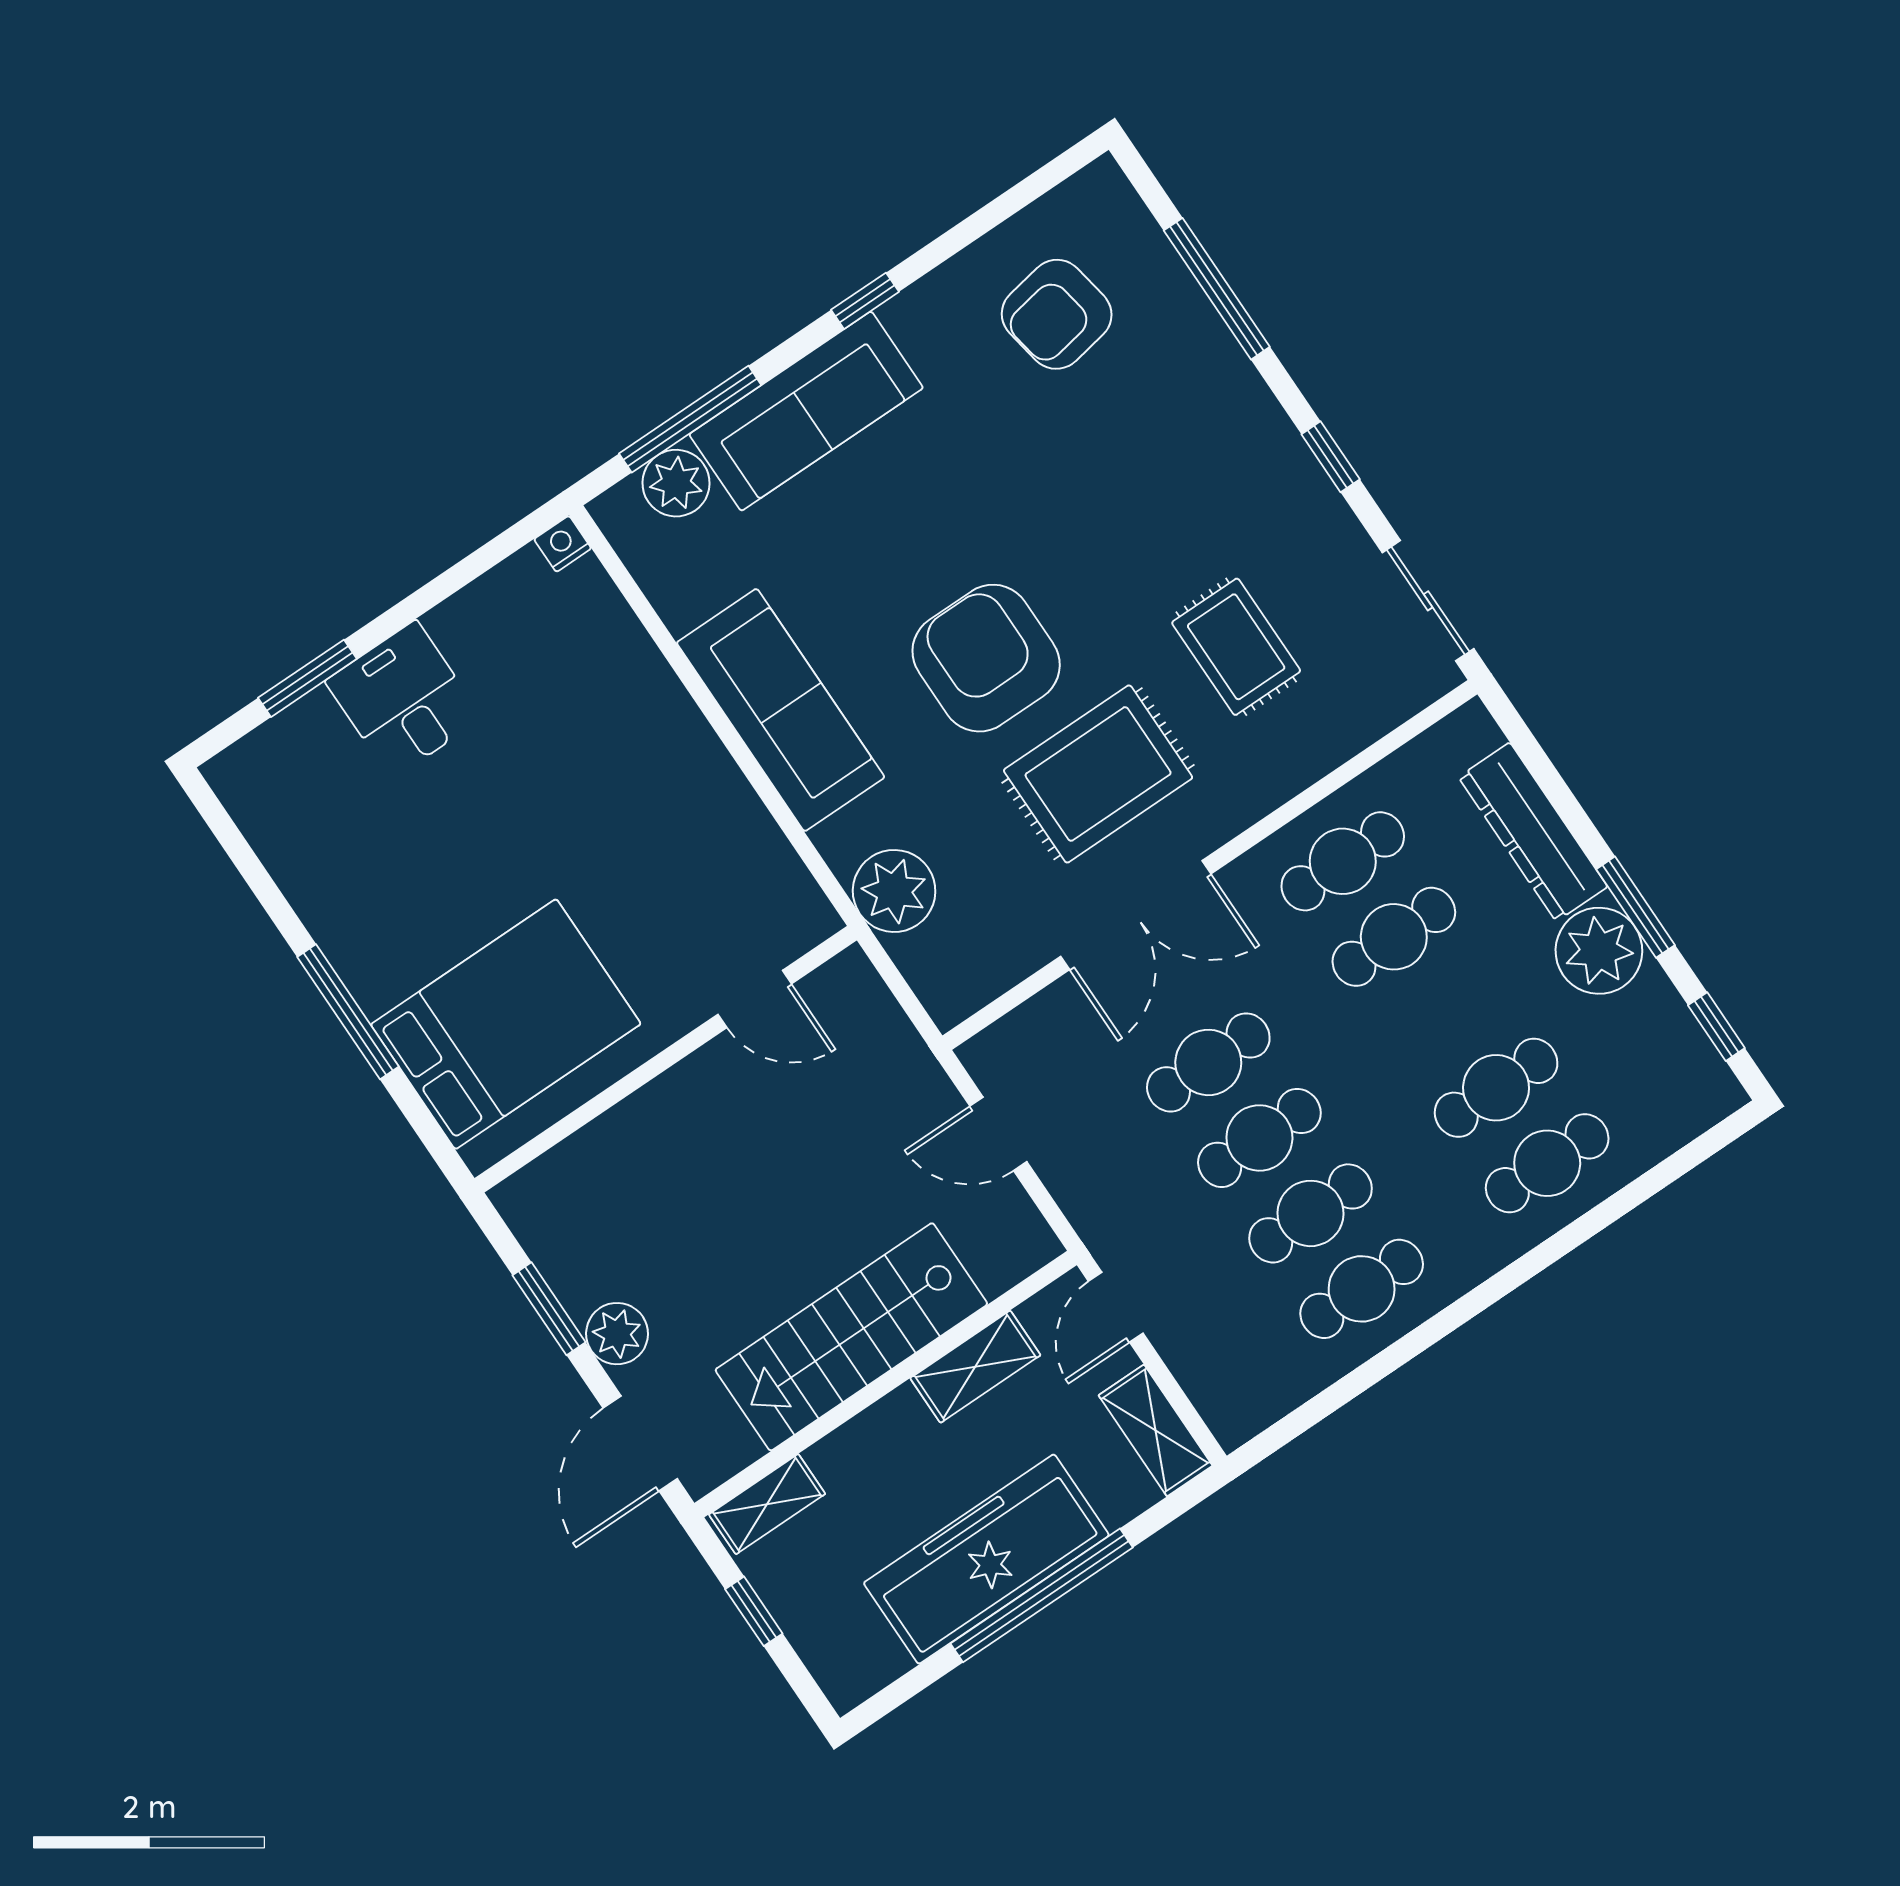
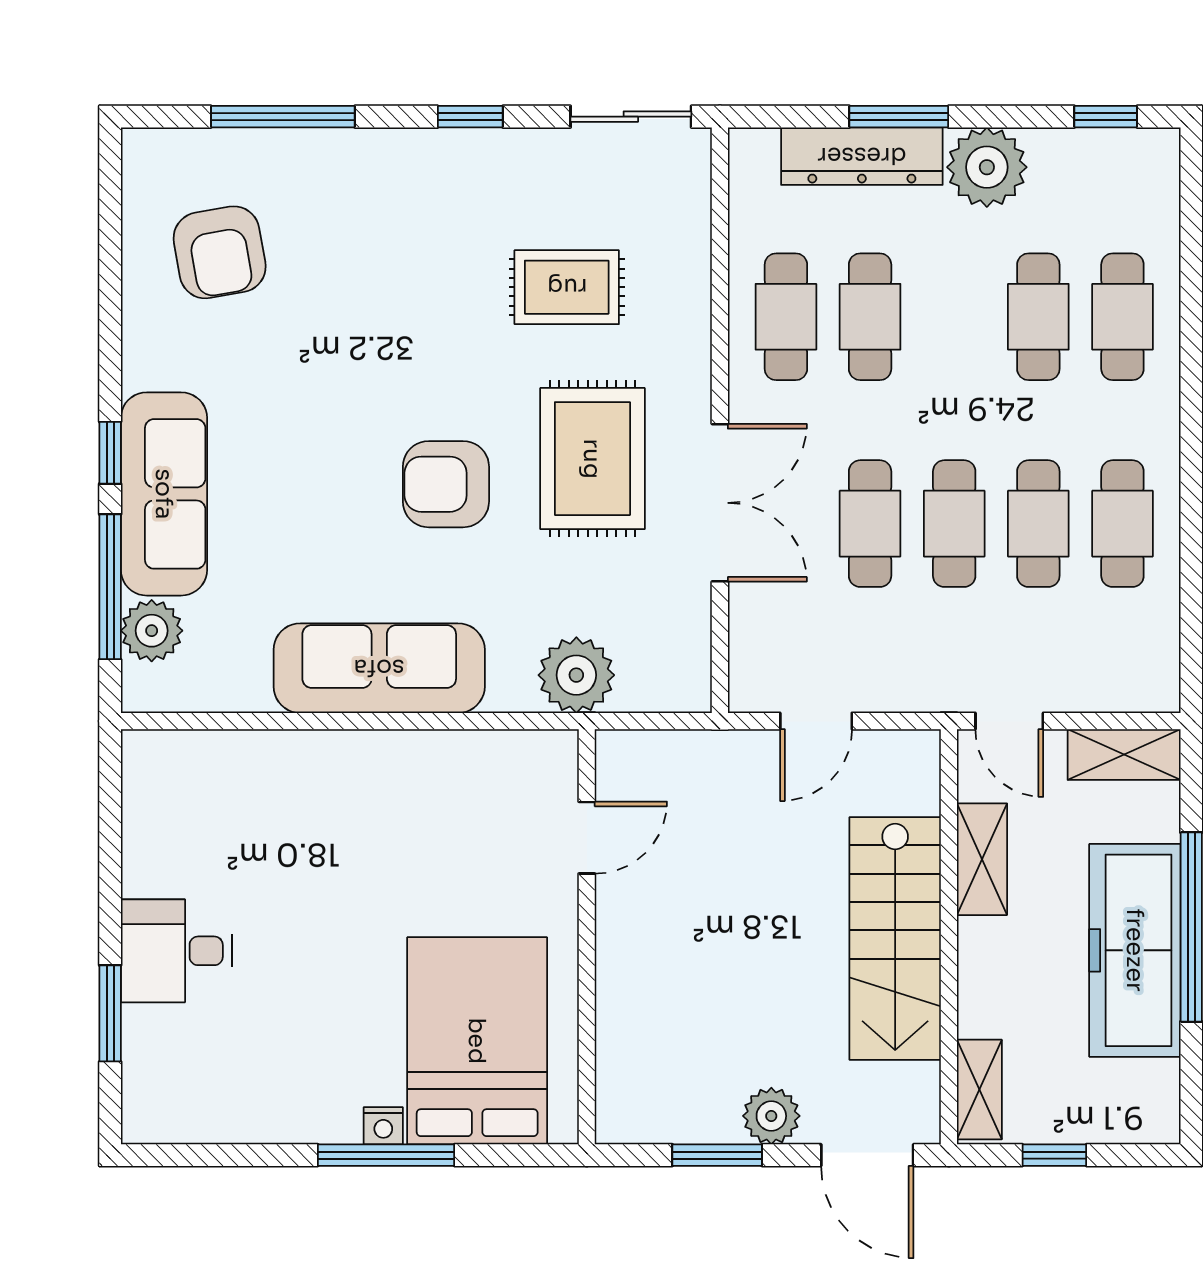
window: (865, 301) -> (110, 453), moved
nightstand: (563, 544) -> (383, 1126), moved, turned -90
armchair: (986, 658) -> (446, 484), width x0.73, depth x0.73
window: (1636, 907) -> (899, 117), moved

